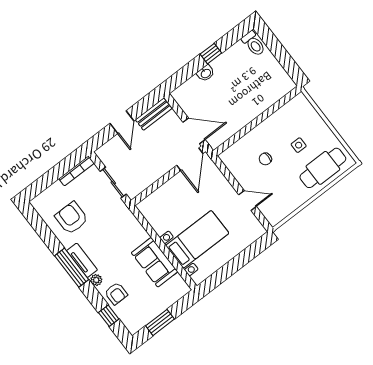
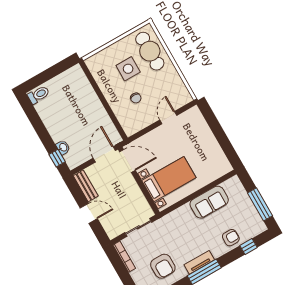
window: (211, 54) -> (57, 158), moved
washbasin: (206, 73) -> (63, 147), moved
side table: (299, 145) -> (128, 69), width x1.87, depth x1.87
armchair: (72, 218) -> (163, 266), turned -90
bed with nightstands: (197, 239) -> (169, 179), moved, turned 90
plant: (96, 280) -> (217, 253), removed
window: (160, 322) -> (260, 204), width x1.44

